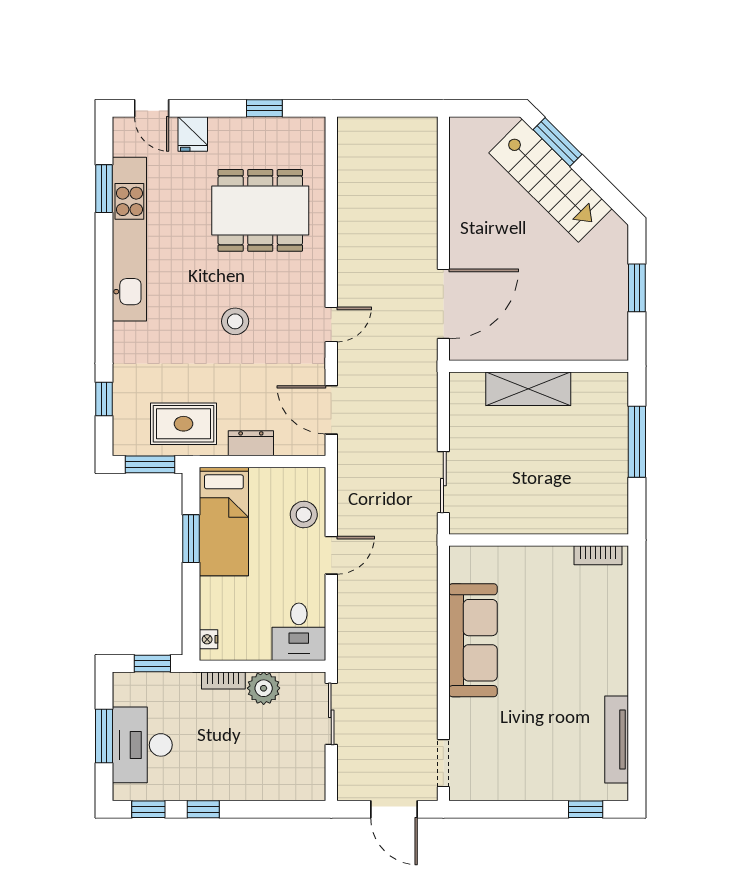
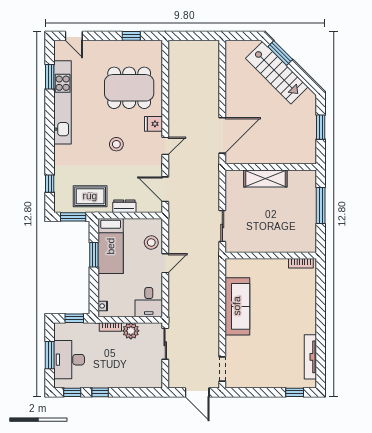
fridge: (193, 134) -> (154, 124), moved, turned 90

